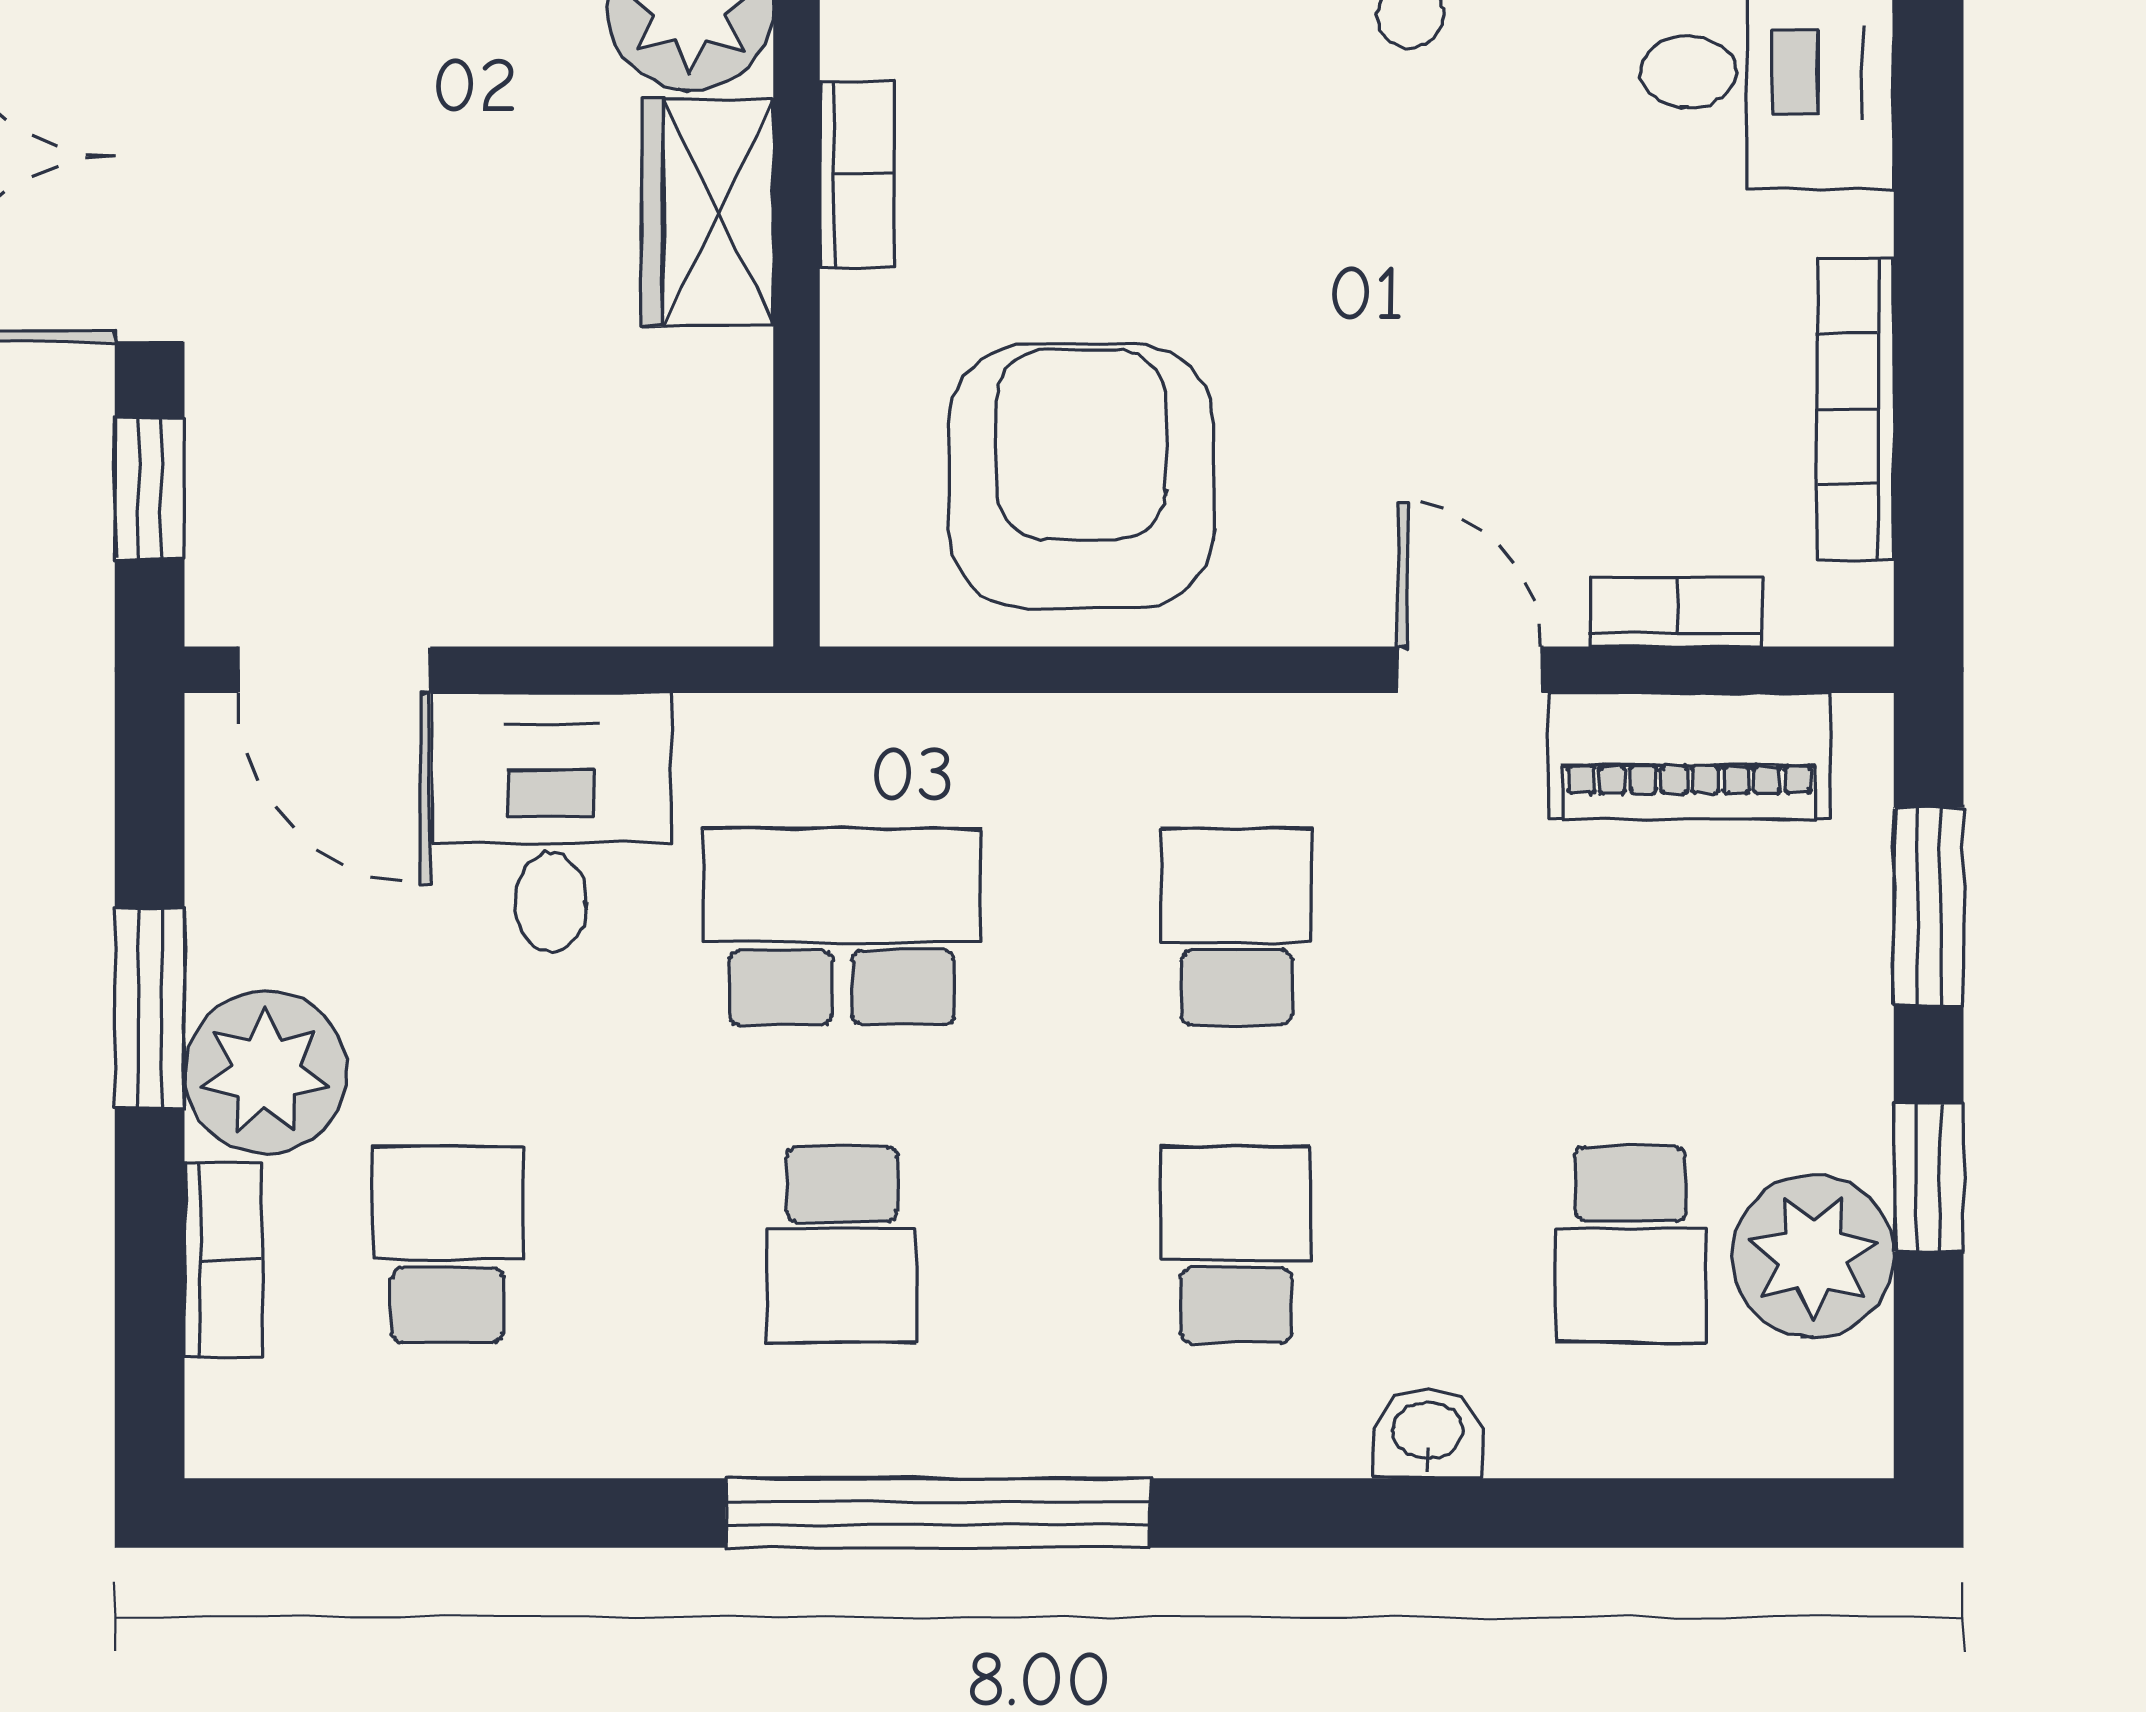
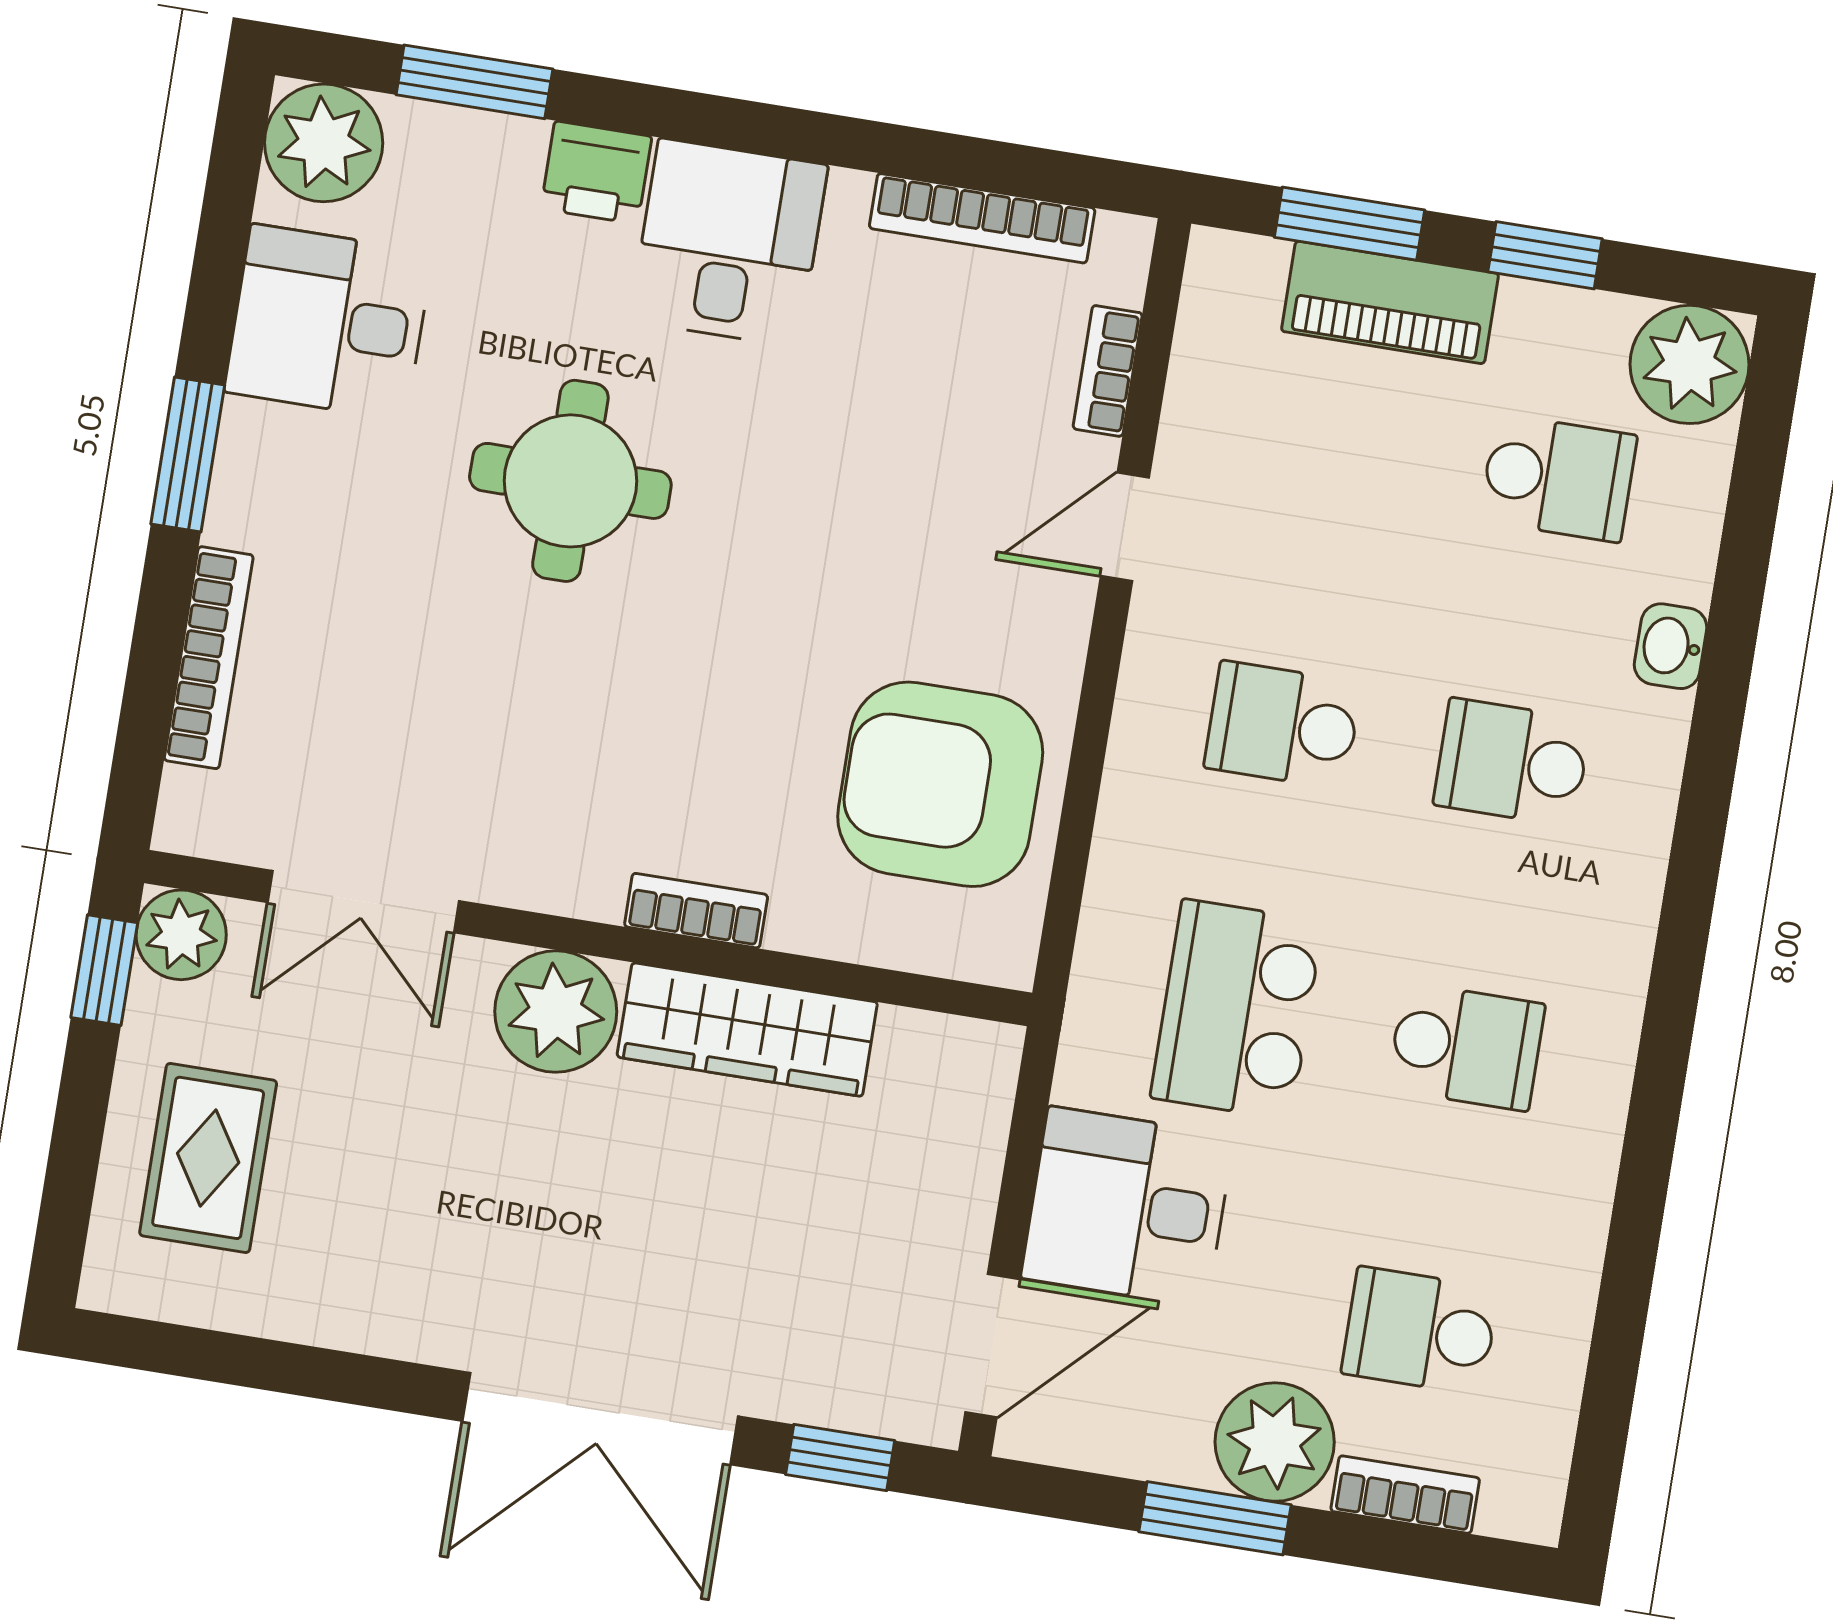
wardrobe: (708, 213) -> (747, 1030), width x1.50
piano: (1690, 756) -> (1390, 302), moved, turned 90
plant: (1813, 1256) -> (1689, 364), moved
window: (938, 1513) -> (1671, 1009), removed

